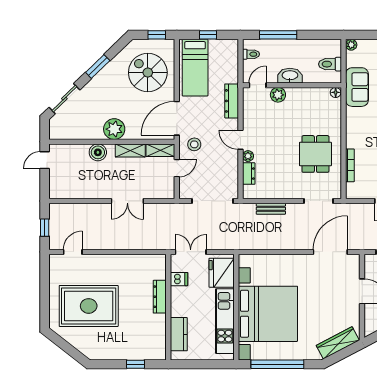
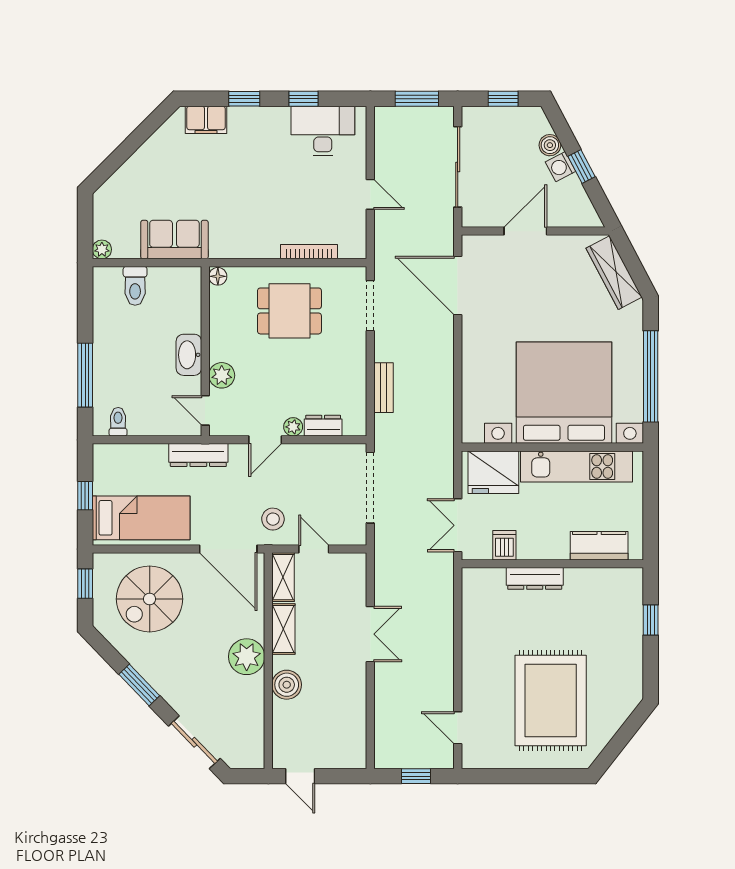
washbasin: (290, 76) -> (189, 355), moved
door: (258, 85) -> (205, 410), moved
wall: (292, 85) -> (205, 351), moved
floor lamp: (336, 92) -> (218, 276), moved
plant: (278, 95) -> (222, 375), moved

